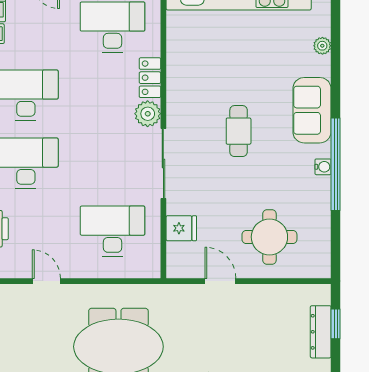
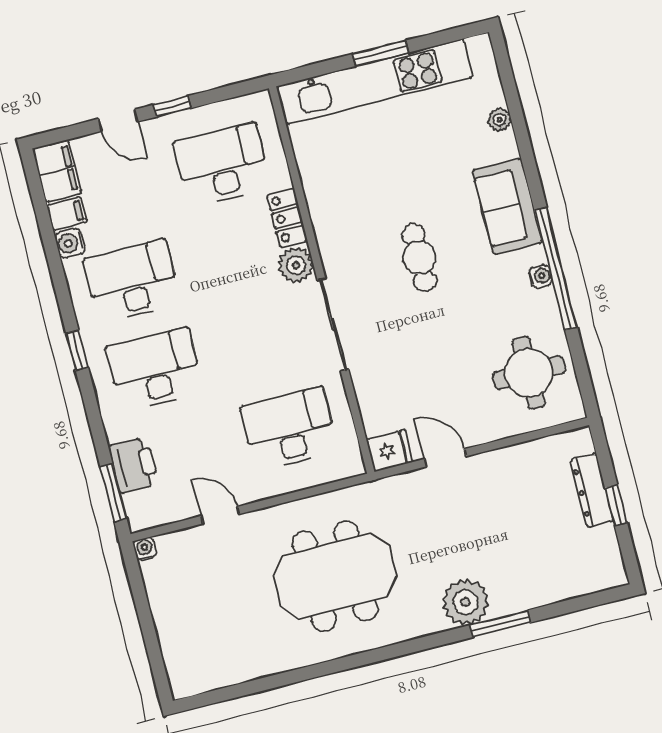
fridge: (181, 228) -> (390, 451), moved
round table: (269, 237) -> (529, 373), moved
window: (336, 324) -> (616, 505), moved

